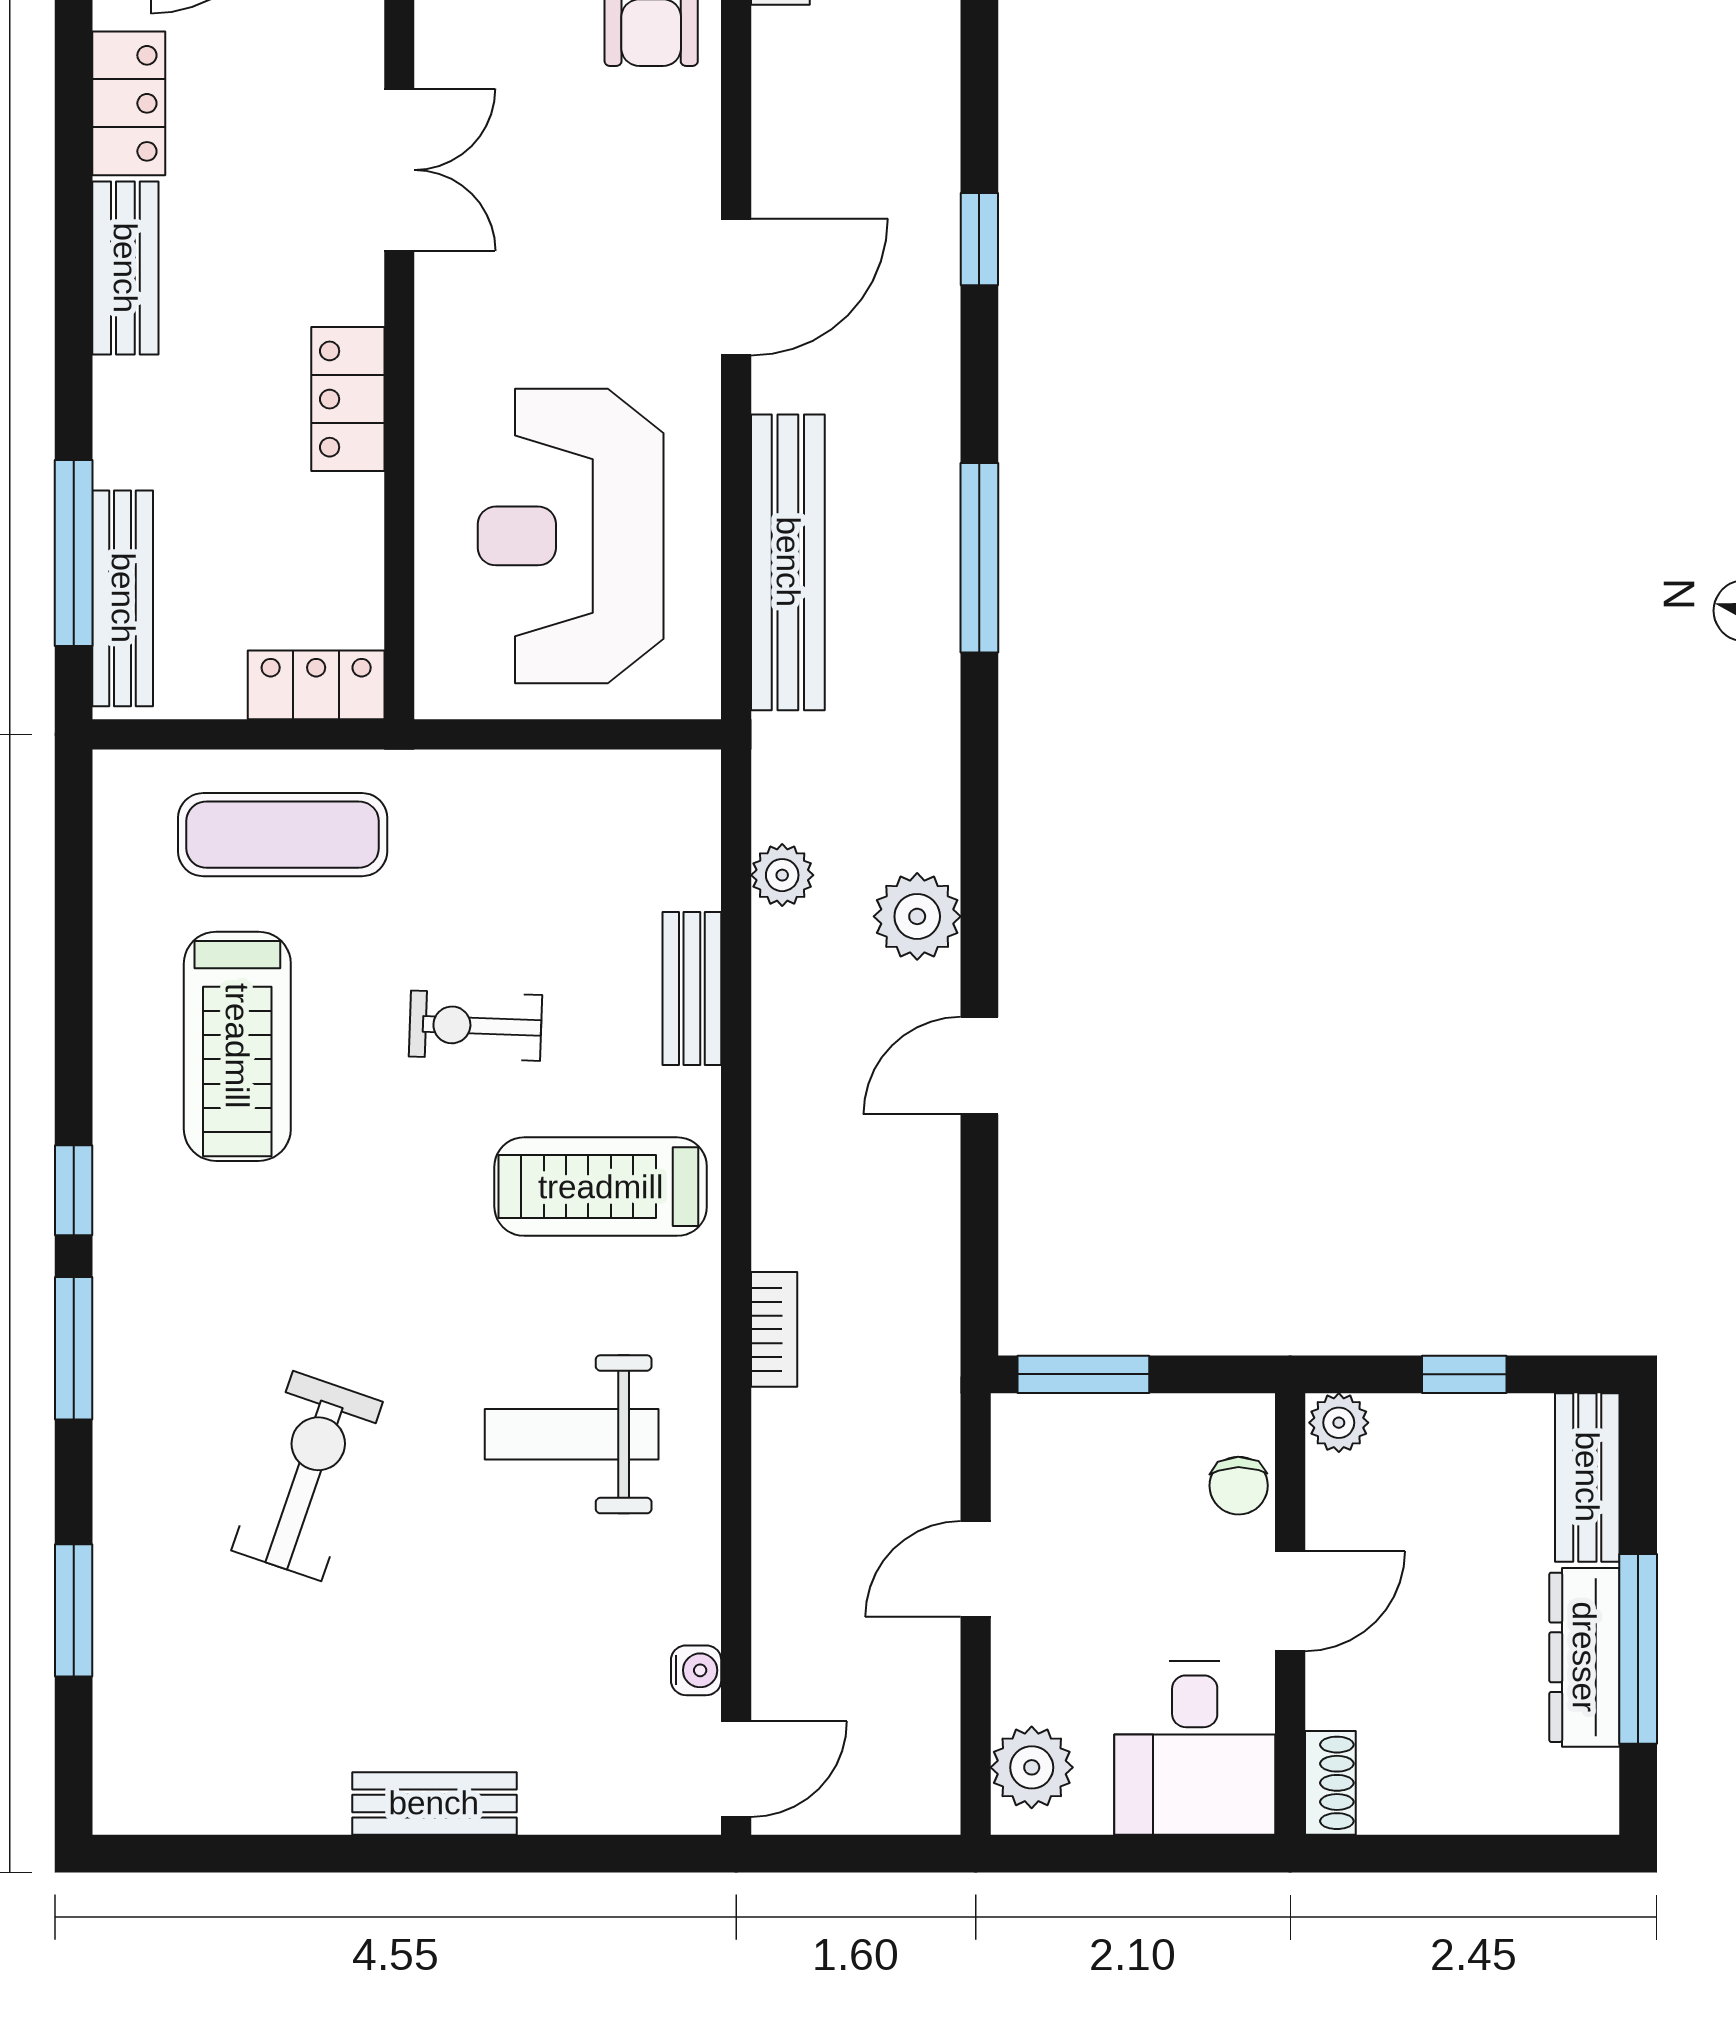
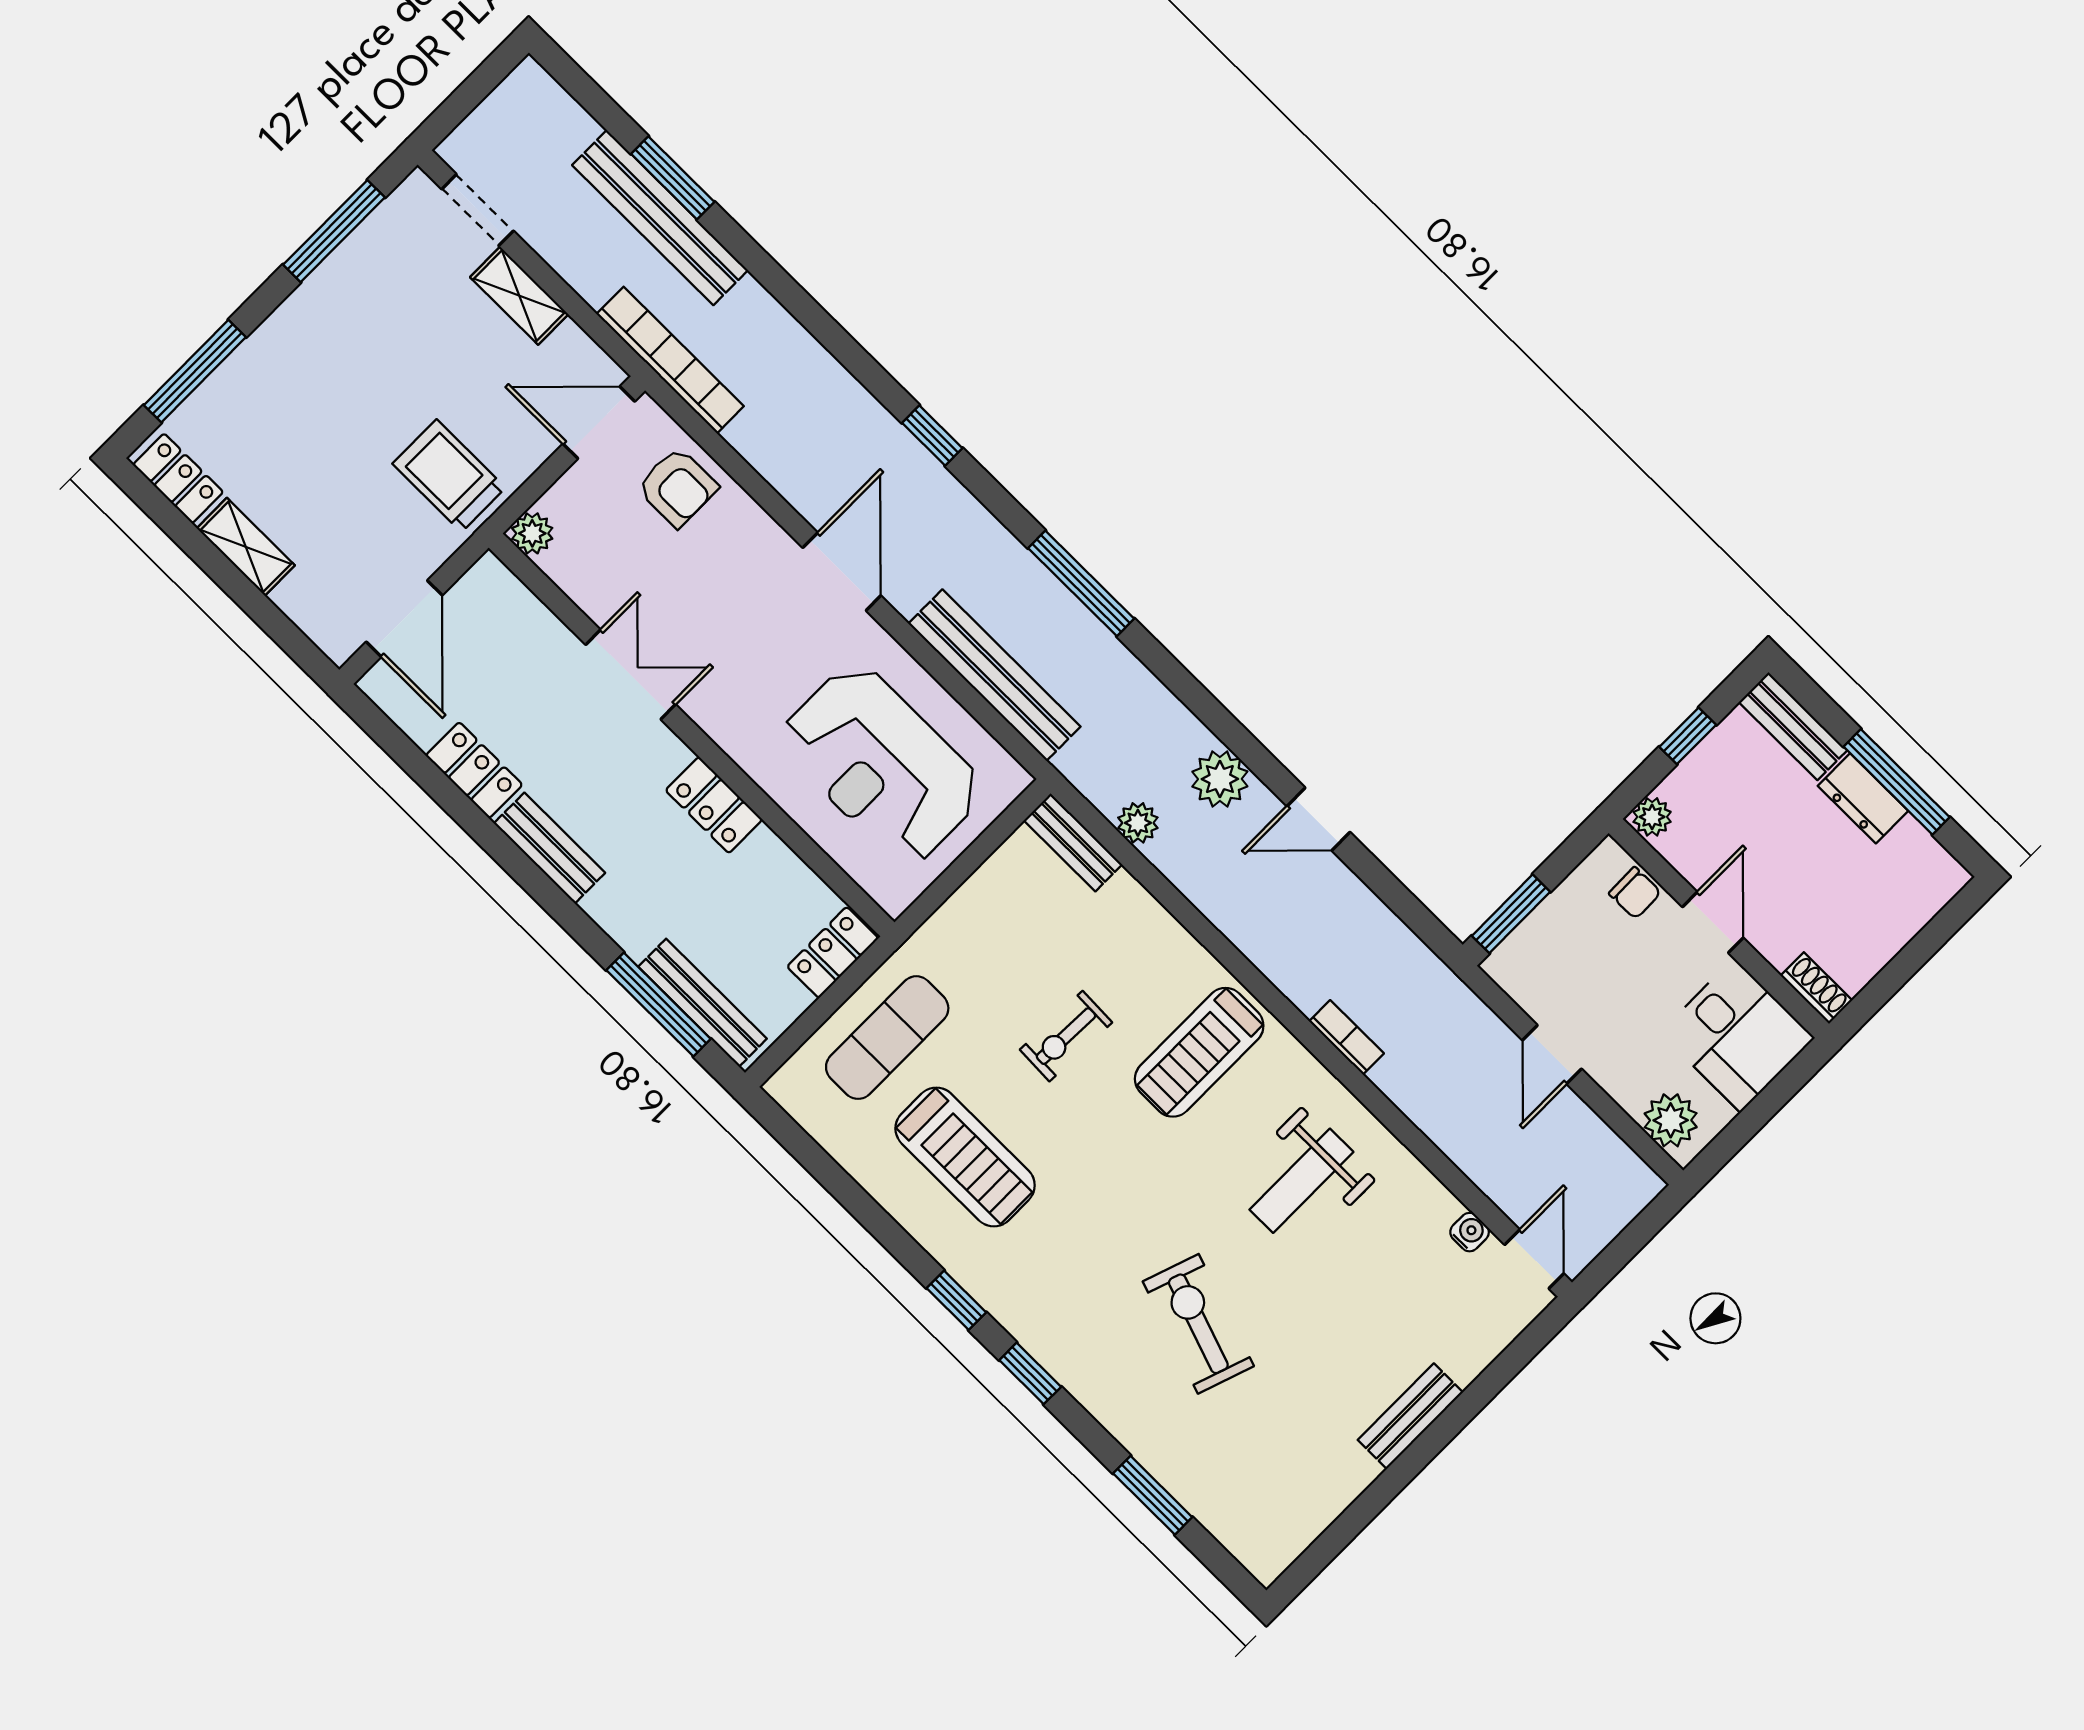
bench: (692, 988) -> (1073, 842), moved
door: (979, 1066) -> (1318, 819), hinge flipped
window: (74, 1348) -> (1030, 1373), width x0.67
dresser: (1584, 1657) -> (1863, 798), width x0.70

